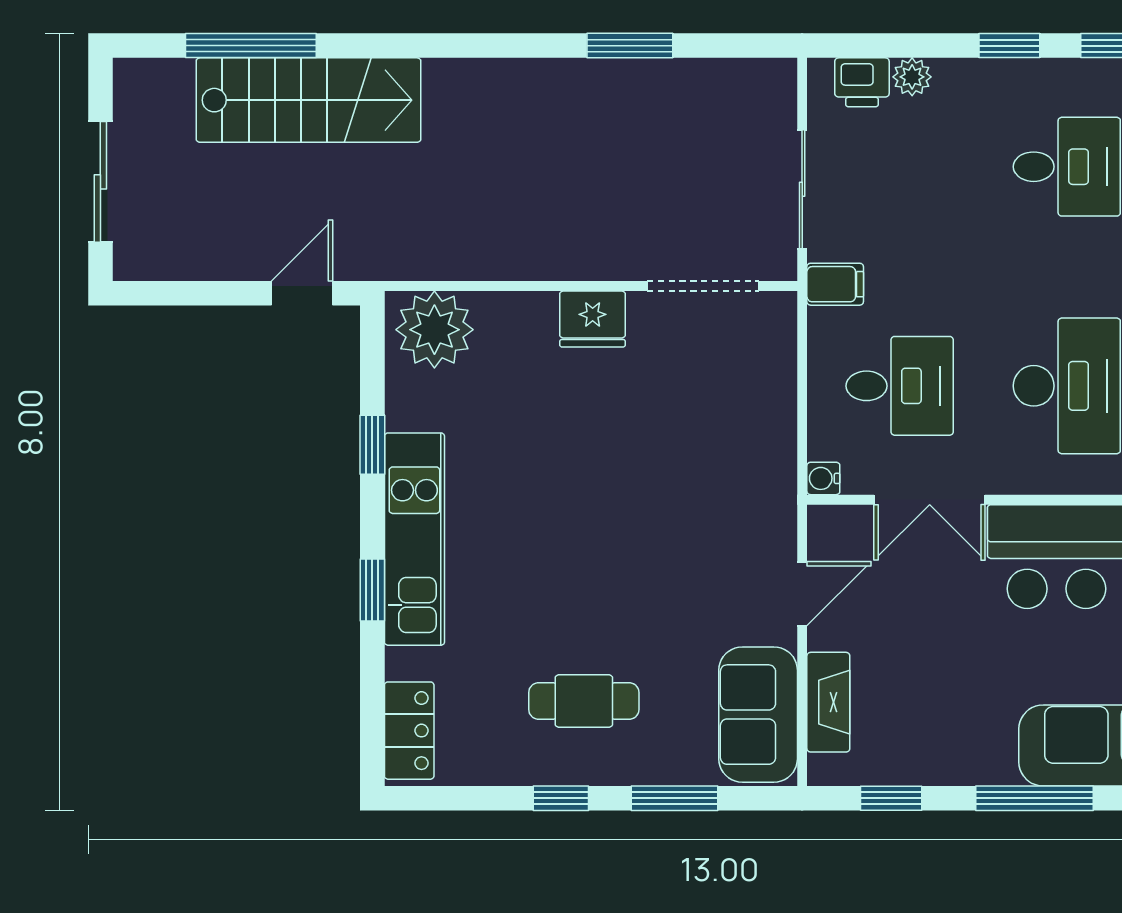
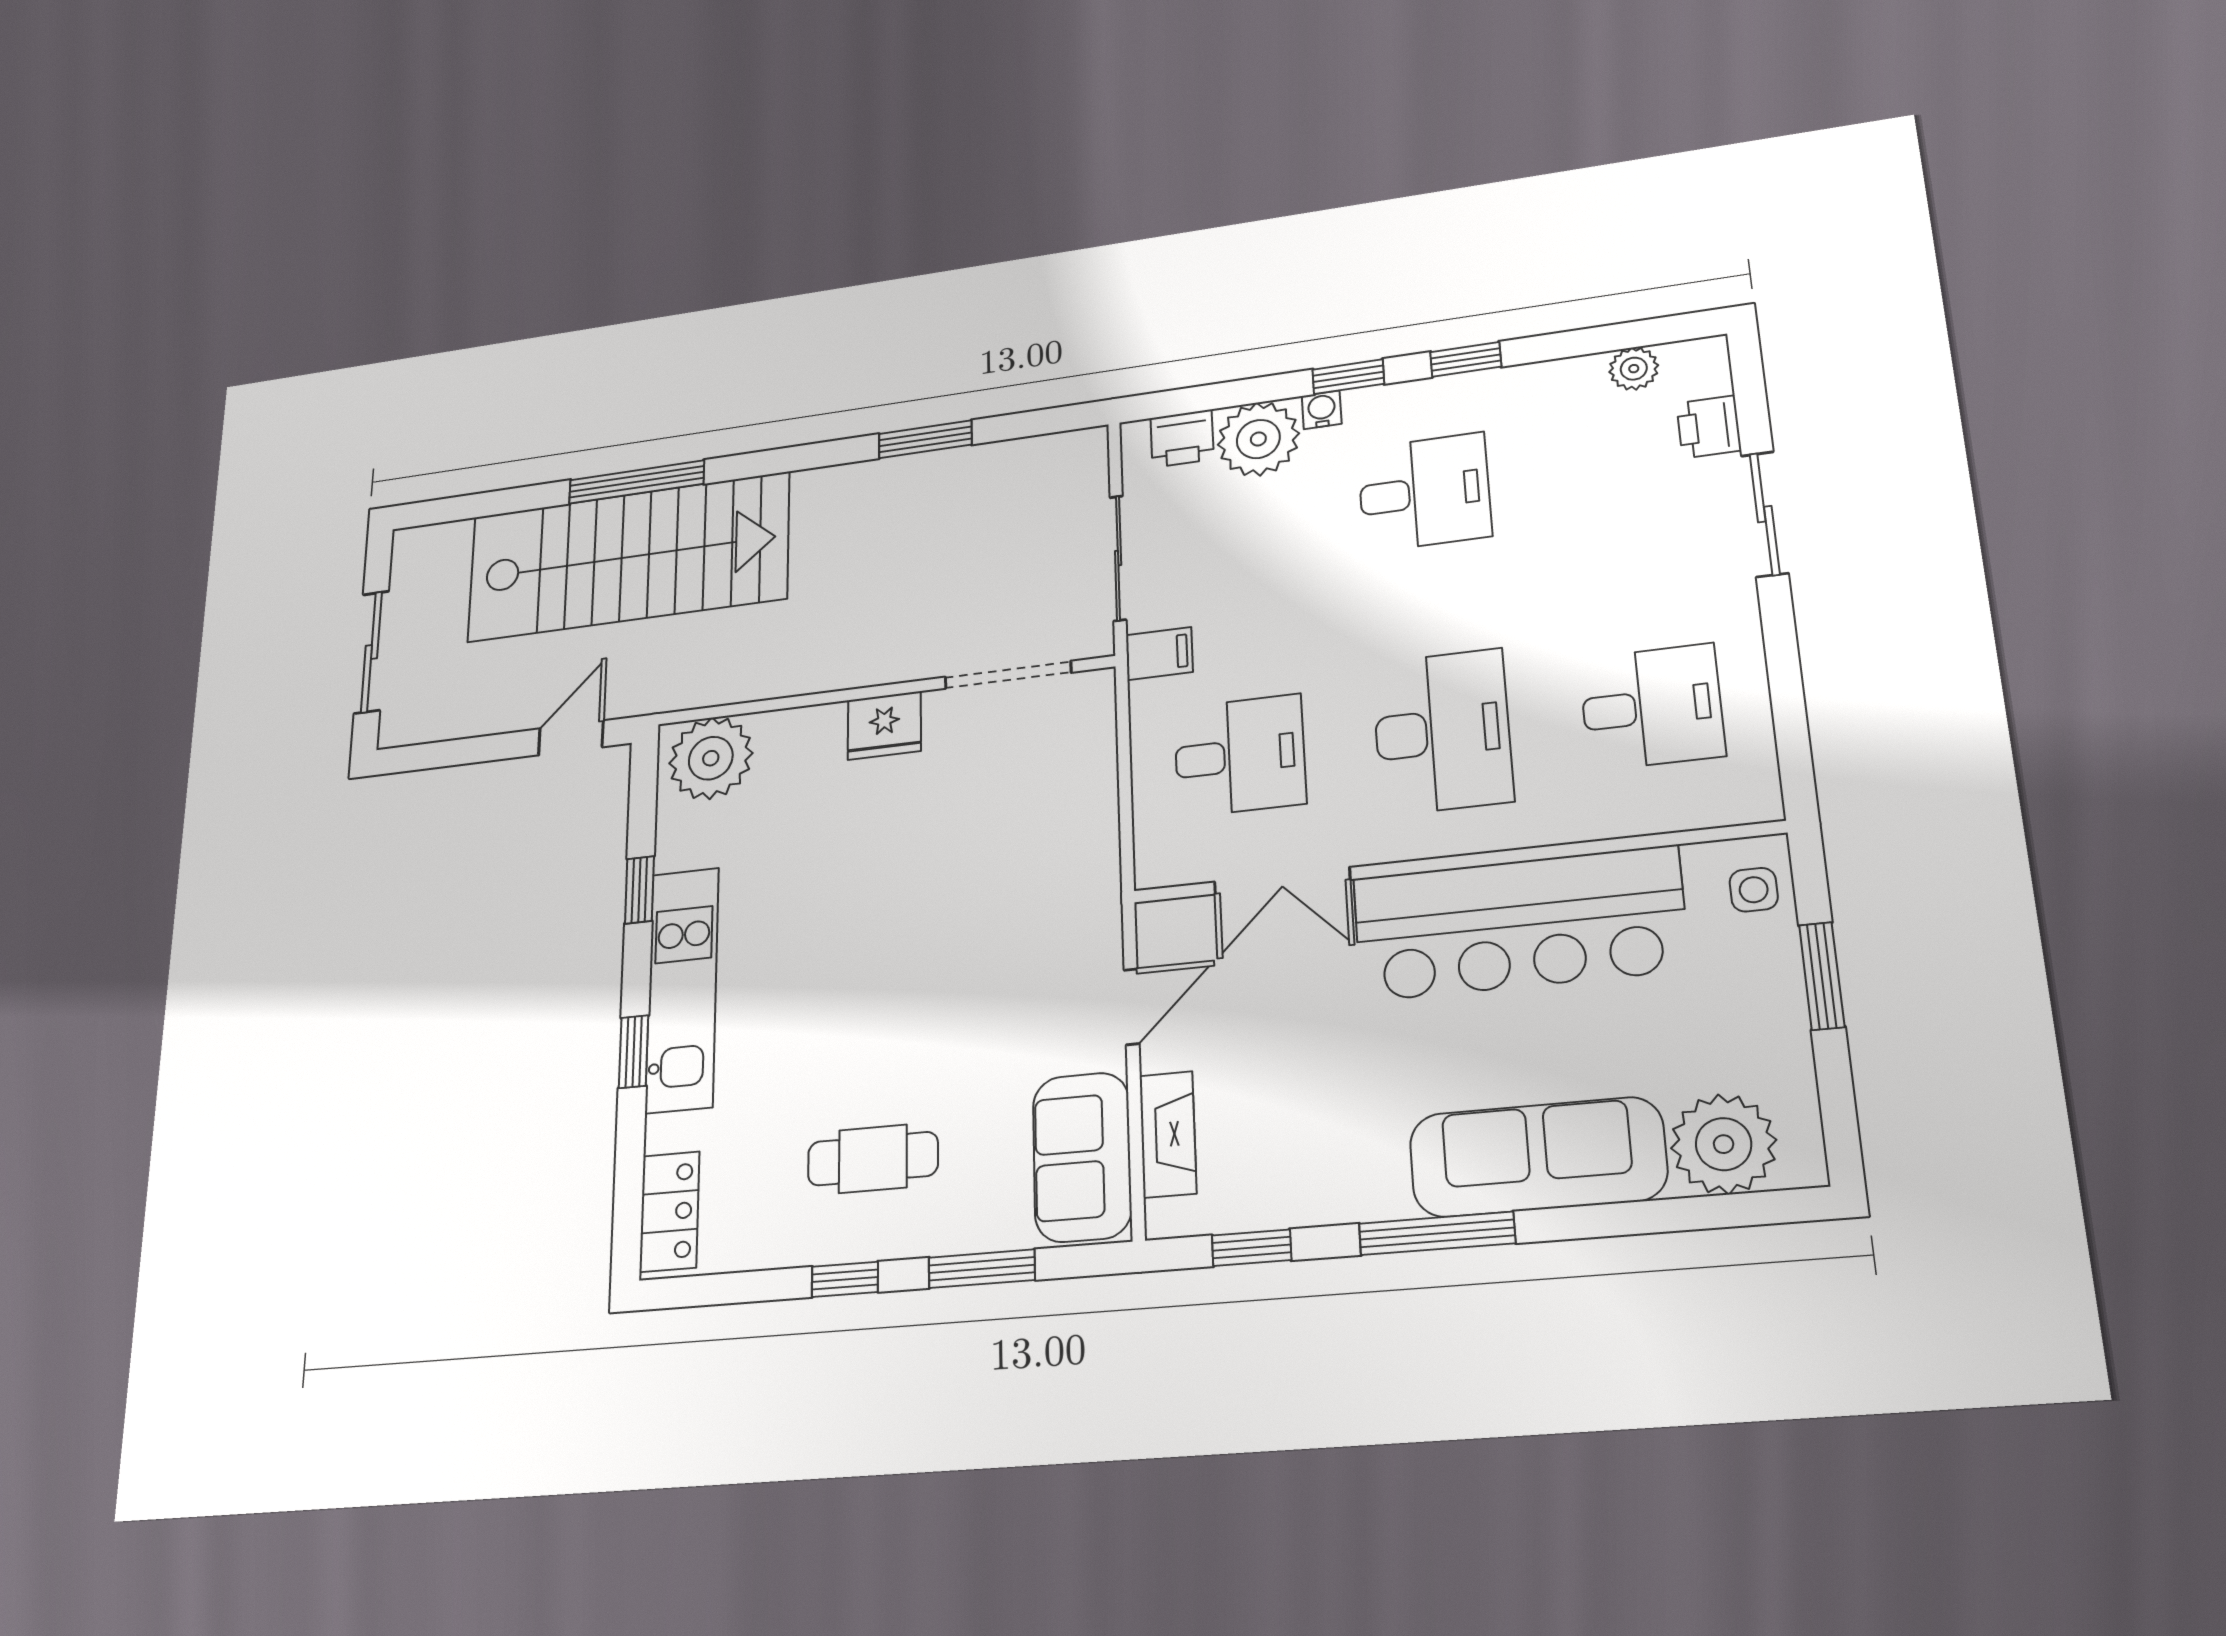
window: (251, 46) -> (637, 482), moved
plant: (912, 77) -> (1258, 439), width x1.88, depth x1.88
stairs: (309, 100) -> (628, 557), width x1.36, depth x1.51
water cooler: (823, 478) -> (1322, 410), moved, turned 90

